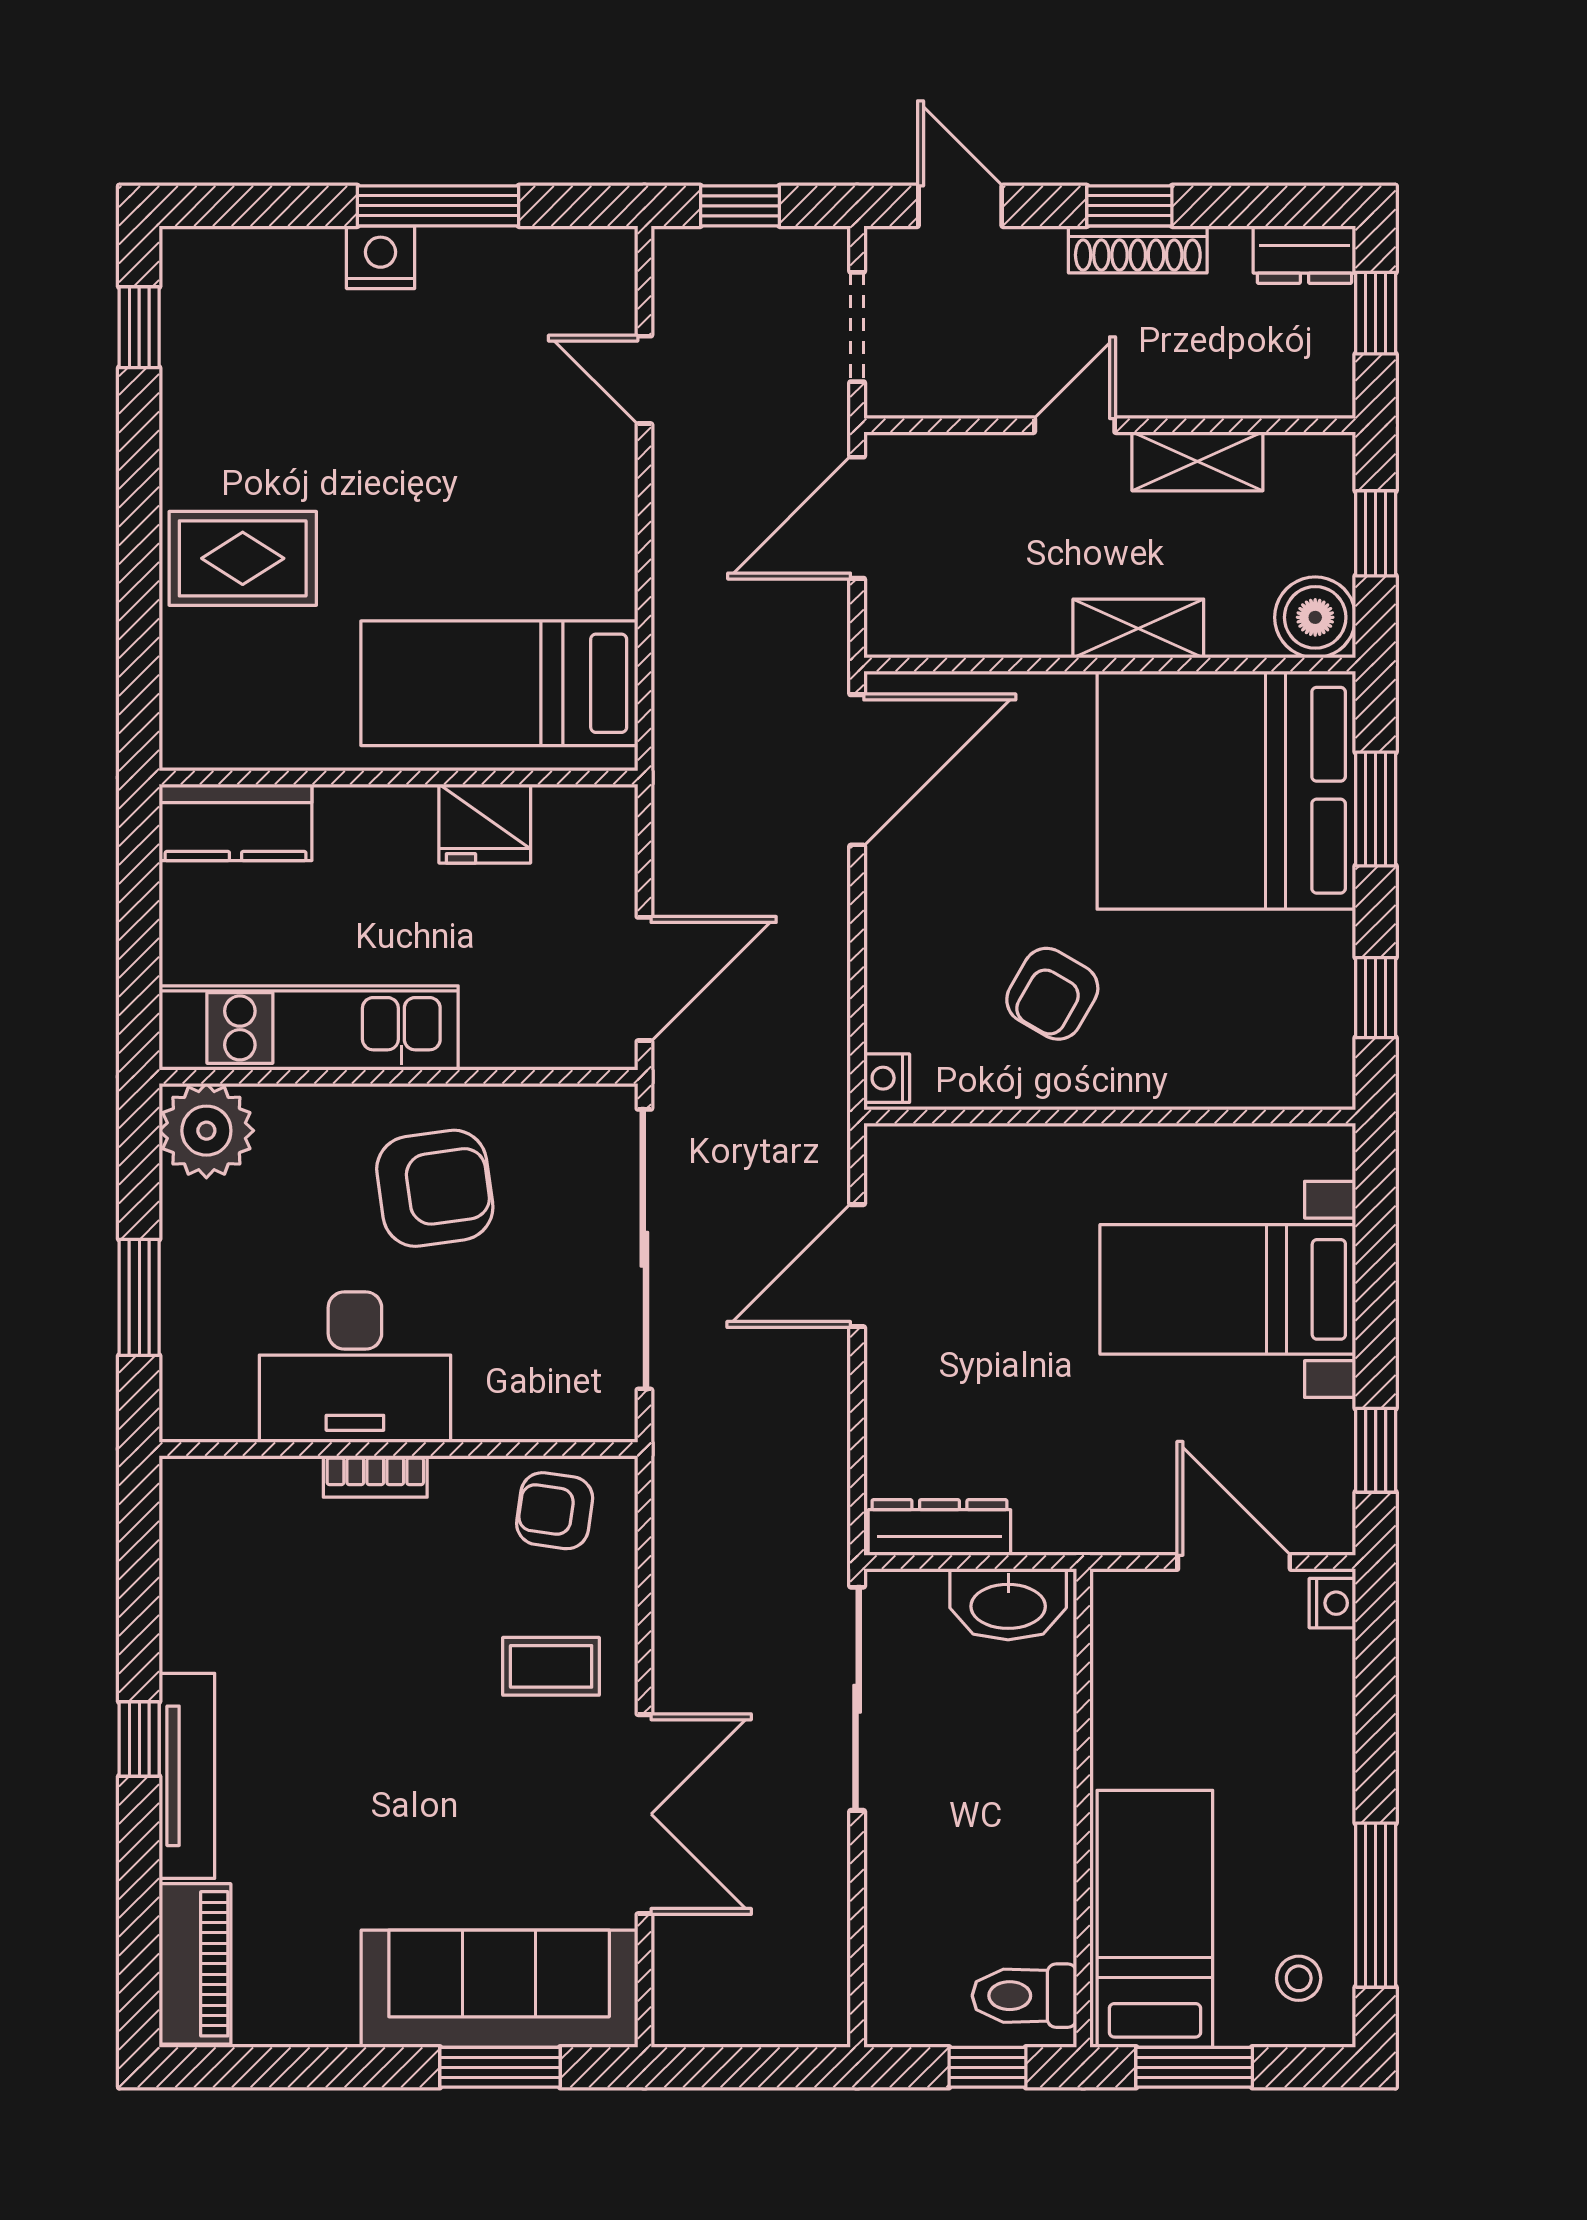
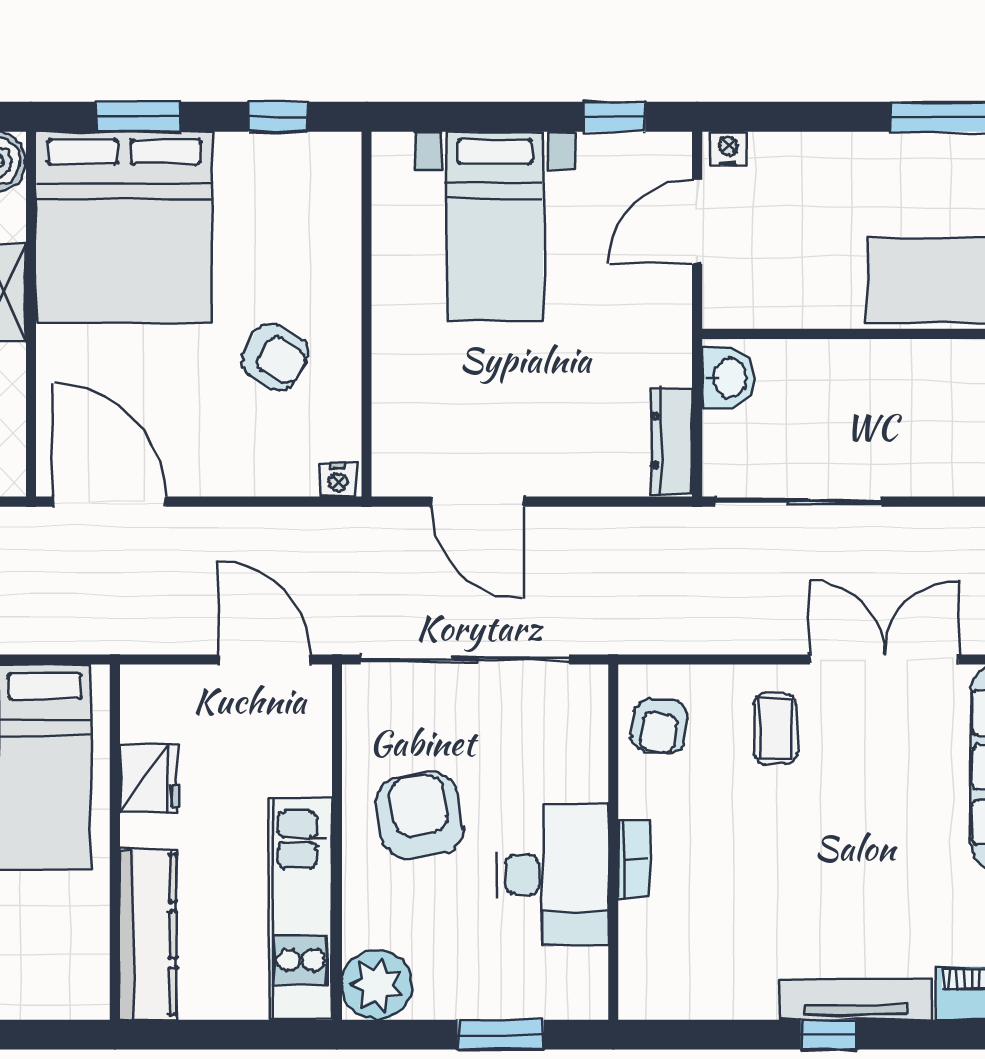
kitchen counter: (236, 822) -> (148, 935), width x1.50
washbasin: (1008, 1604) -> (729, 378), width x0.72

